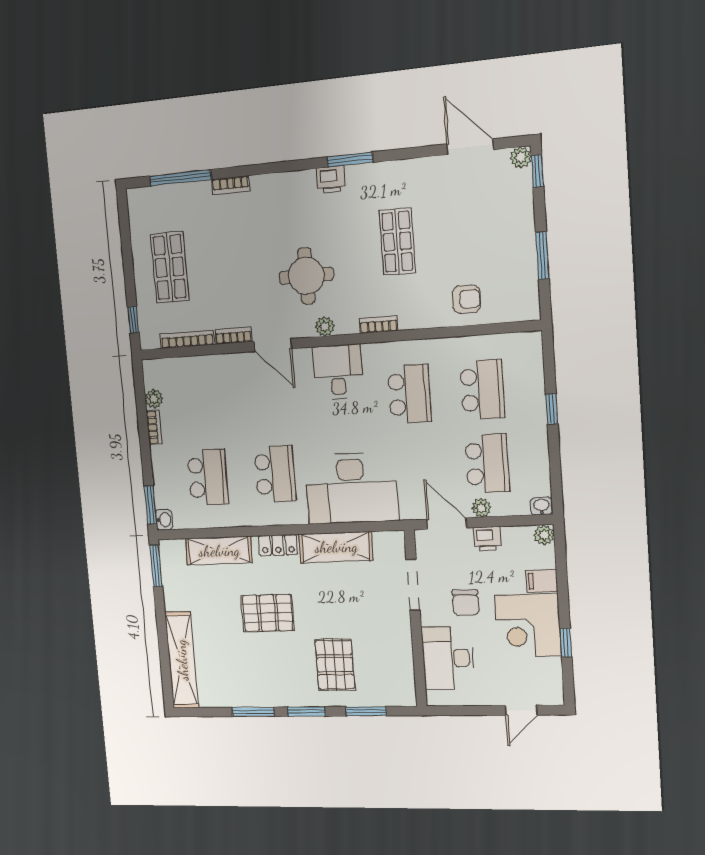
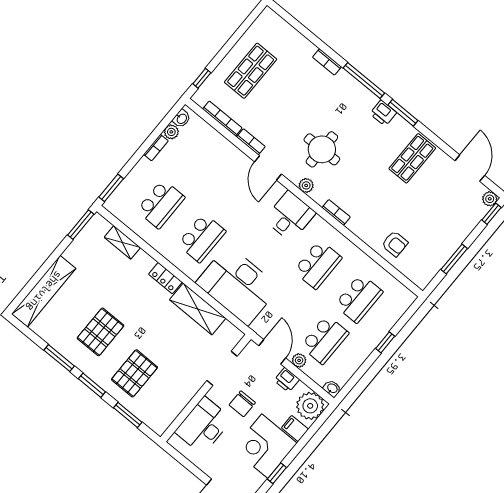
window: (180, 178) -> (364, 81), moved
shop shelf: (397, 242) -> (412, 158), moved
washbasin: (164, 520) -> (182, 119), moved
plant: (544, 535) -> (310, 406), width x1.87, depth x1.87
shelving: (219, 551) -> (122, 242), width x0.67, depth x0.75
pallet: (268, 613) -> (101, 332), moved, turned 90

